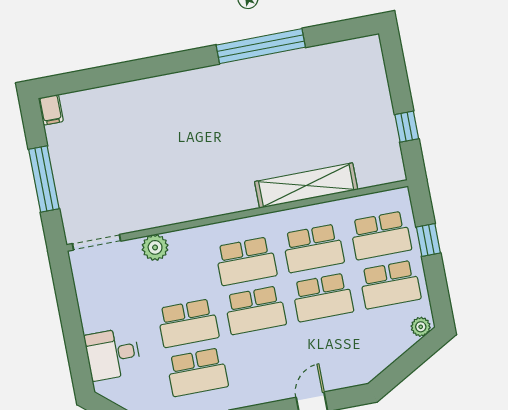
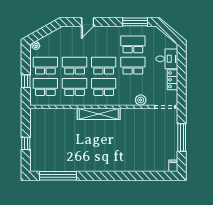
window: (261, 46) -> (58, 176), moved
window: (407, 127) -> (26, 143), moved
shelving: (306, 186) -> (99, 114), moved
locker: (90, 308) -> (173, 80), added

